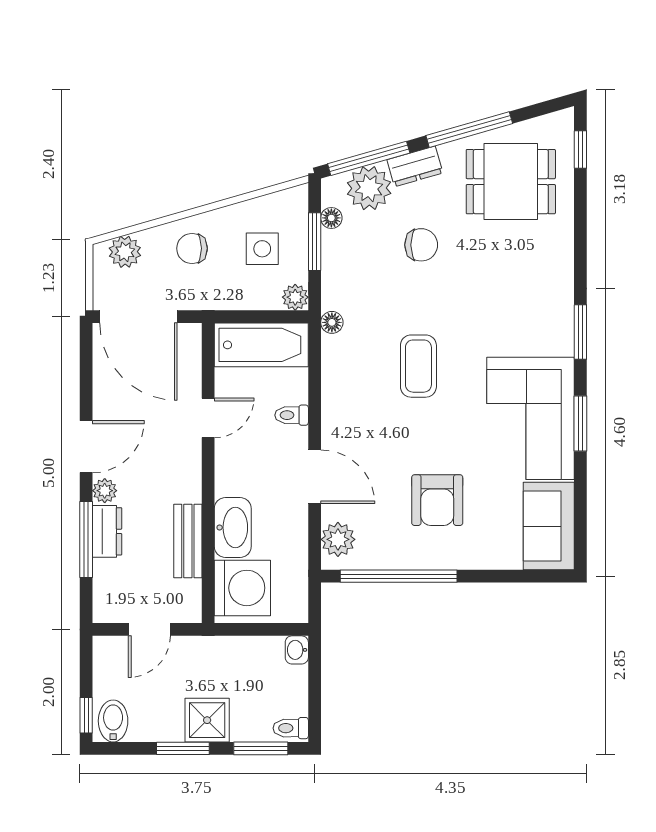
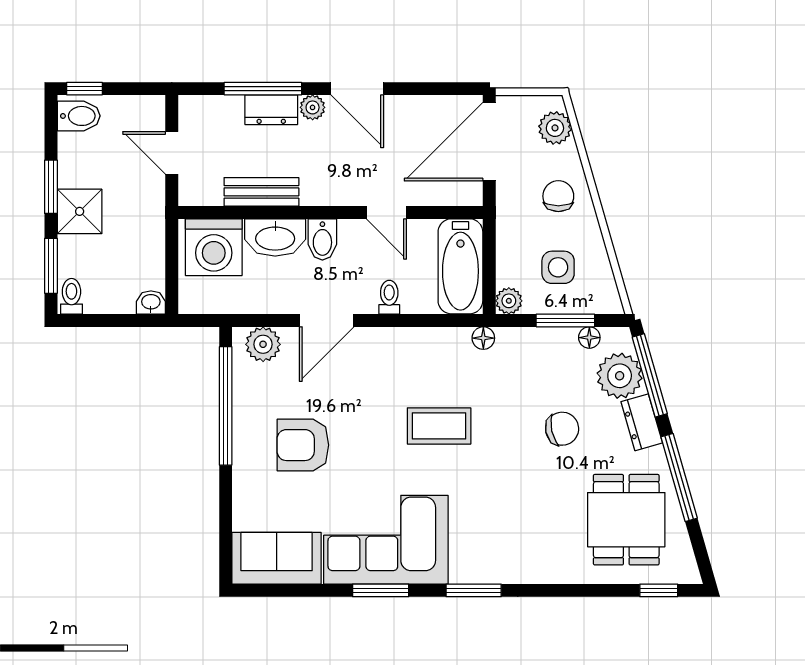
chair: (421, 245) -> (562, 429), turned -102
bidet: (235, 481) -> (322, 240), added

